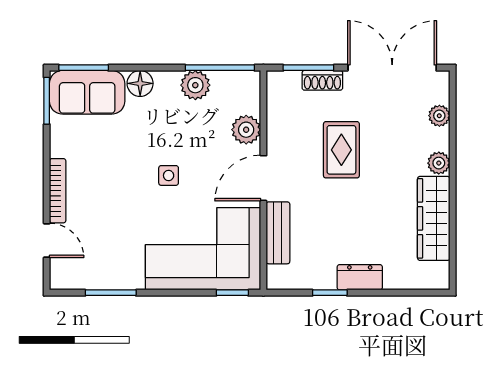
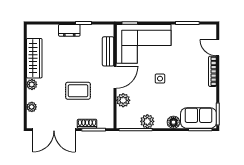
rug: (341, 150) -> (78, 91), turned 90

